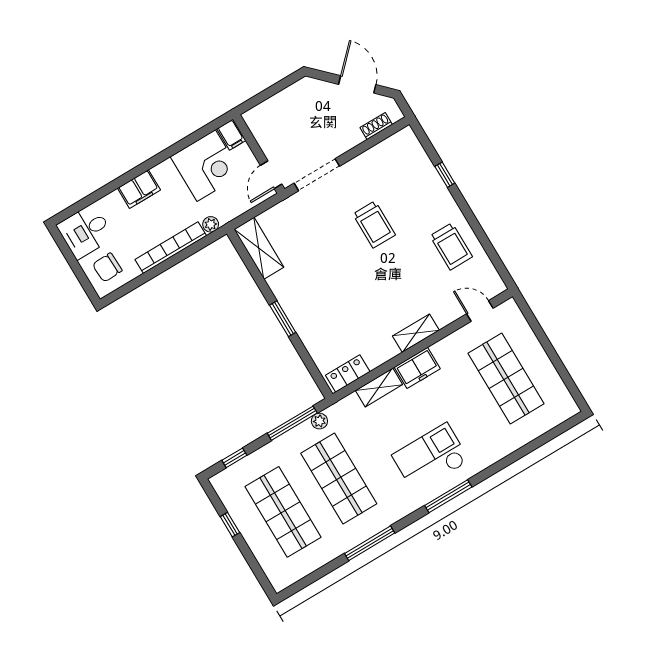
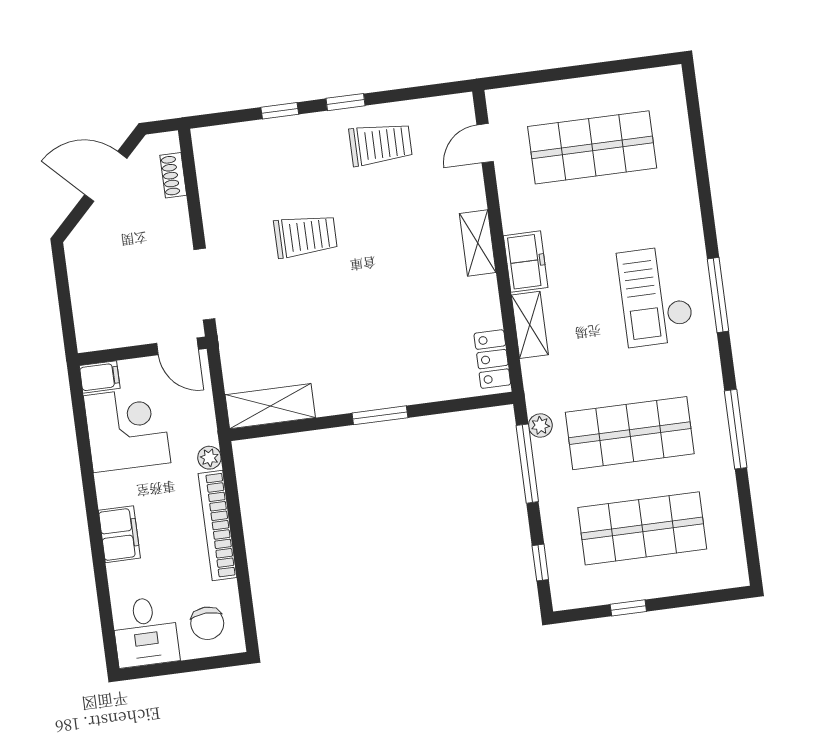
window: (468, 213) -> (346, 102), added

